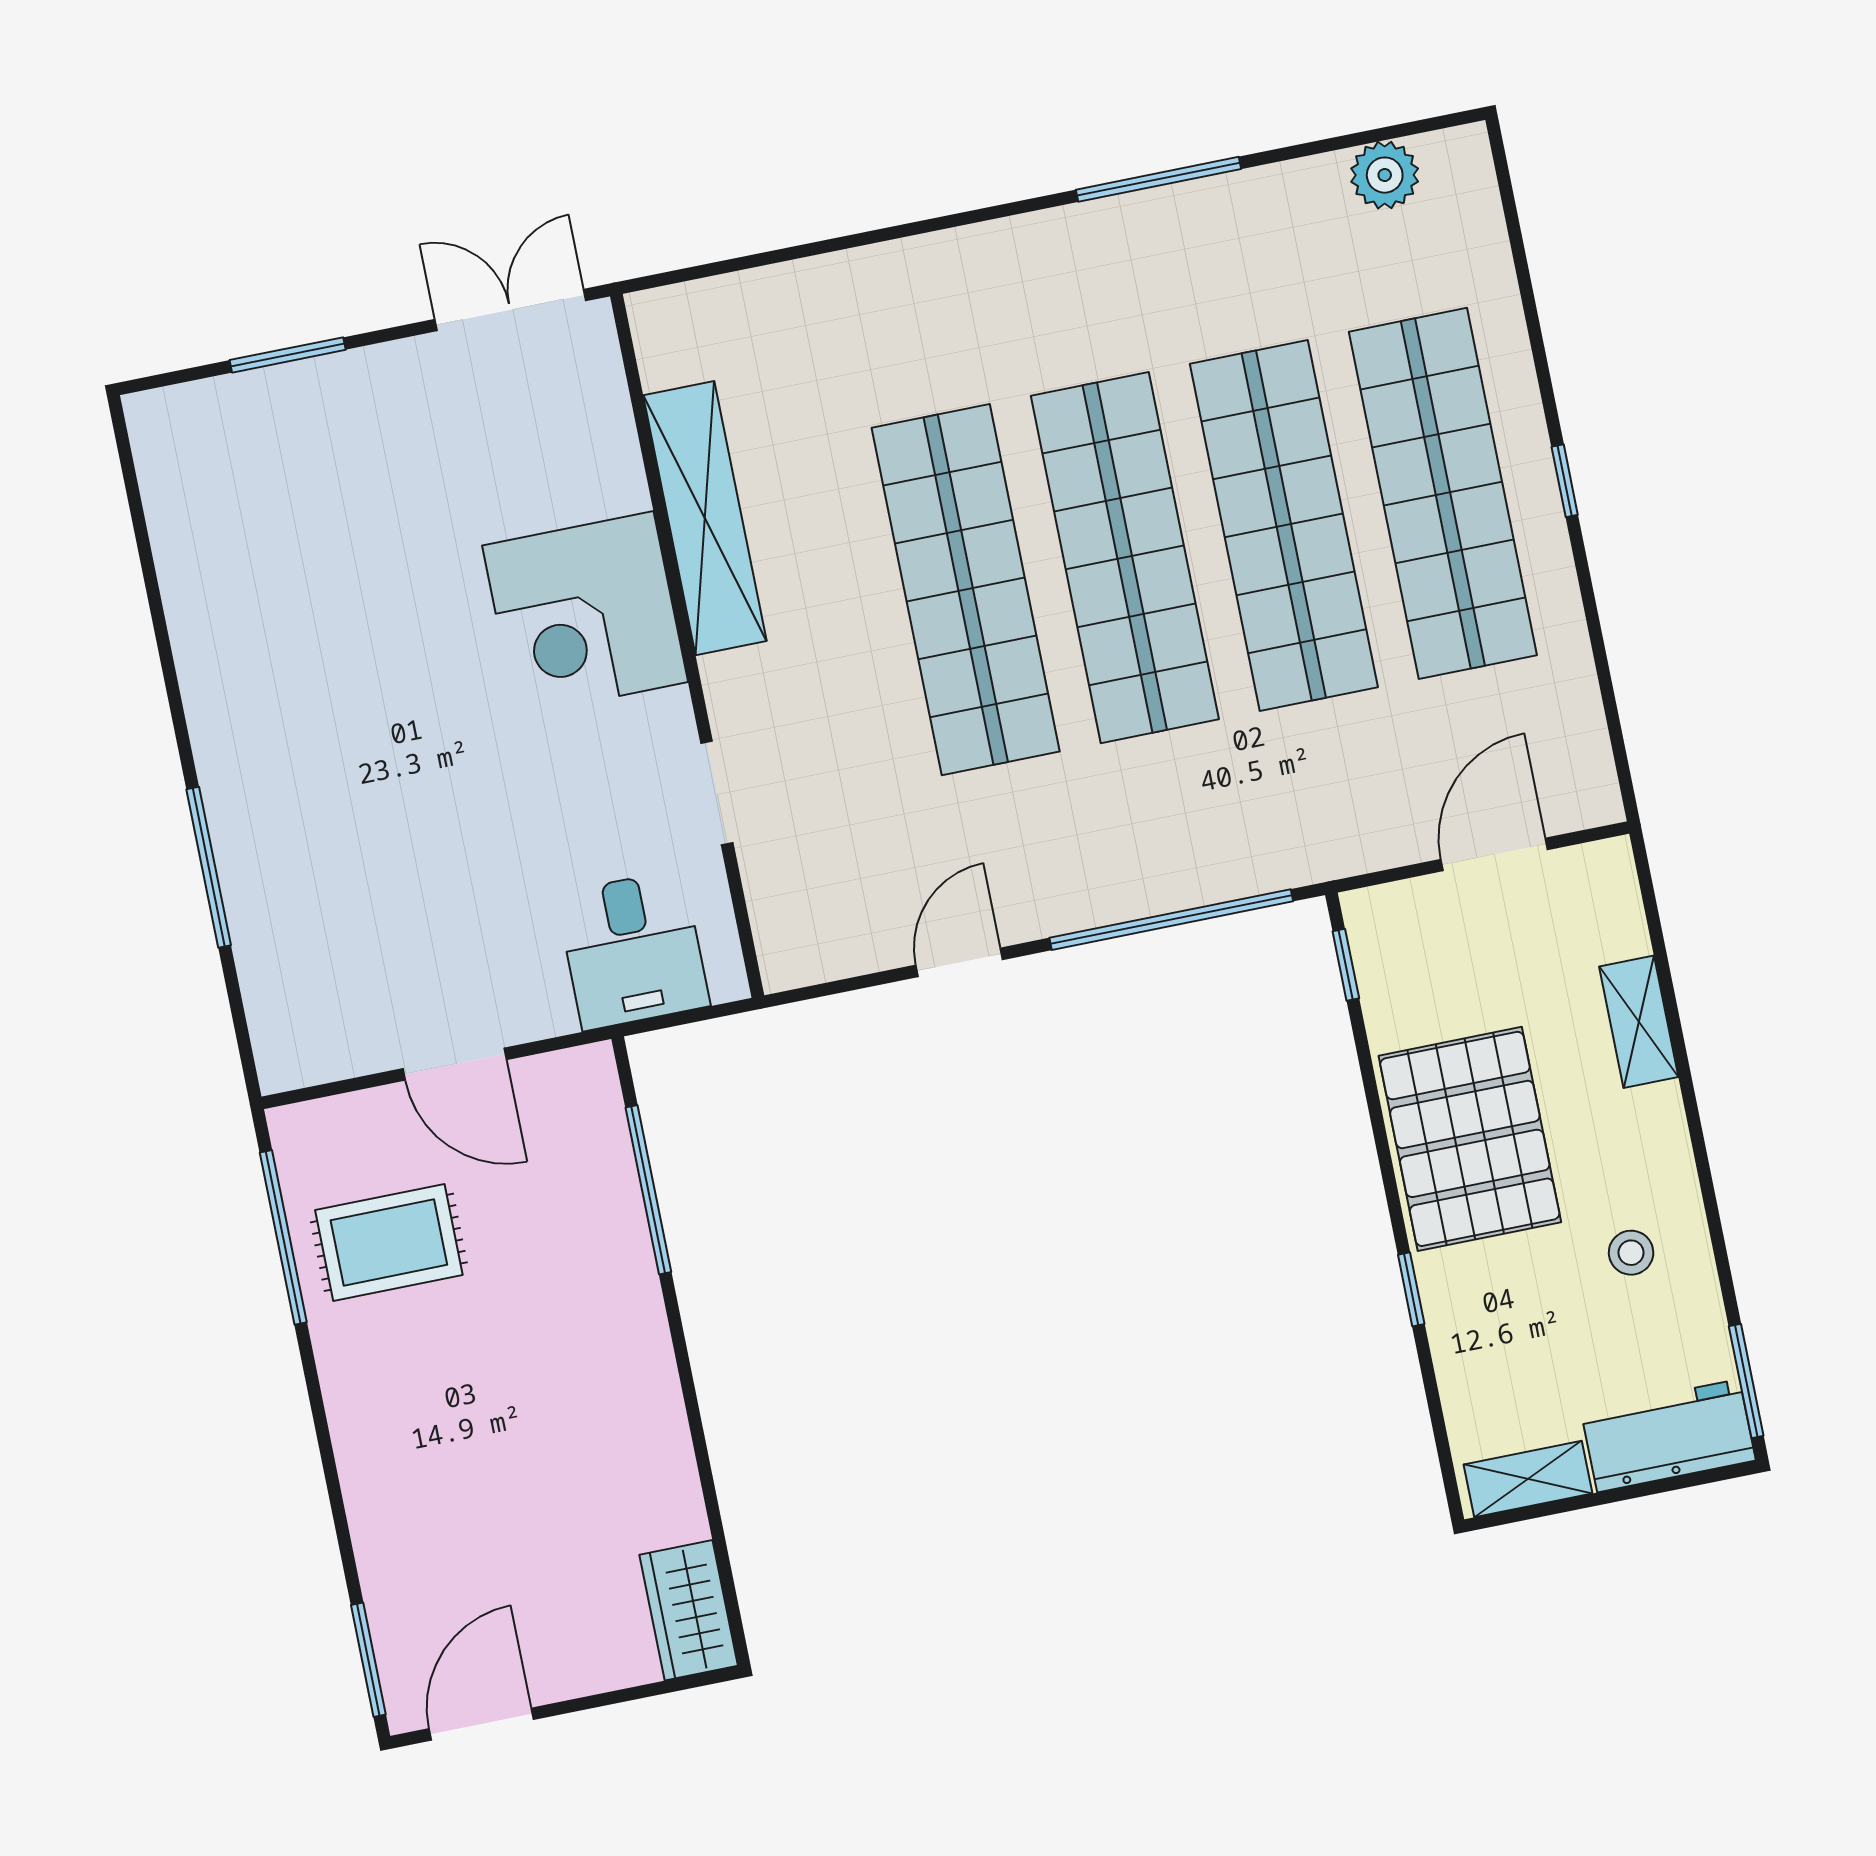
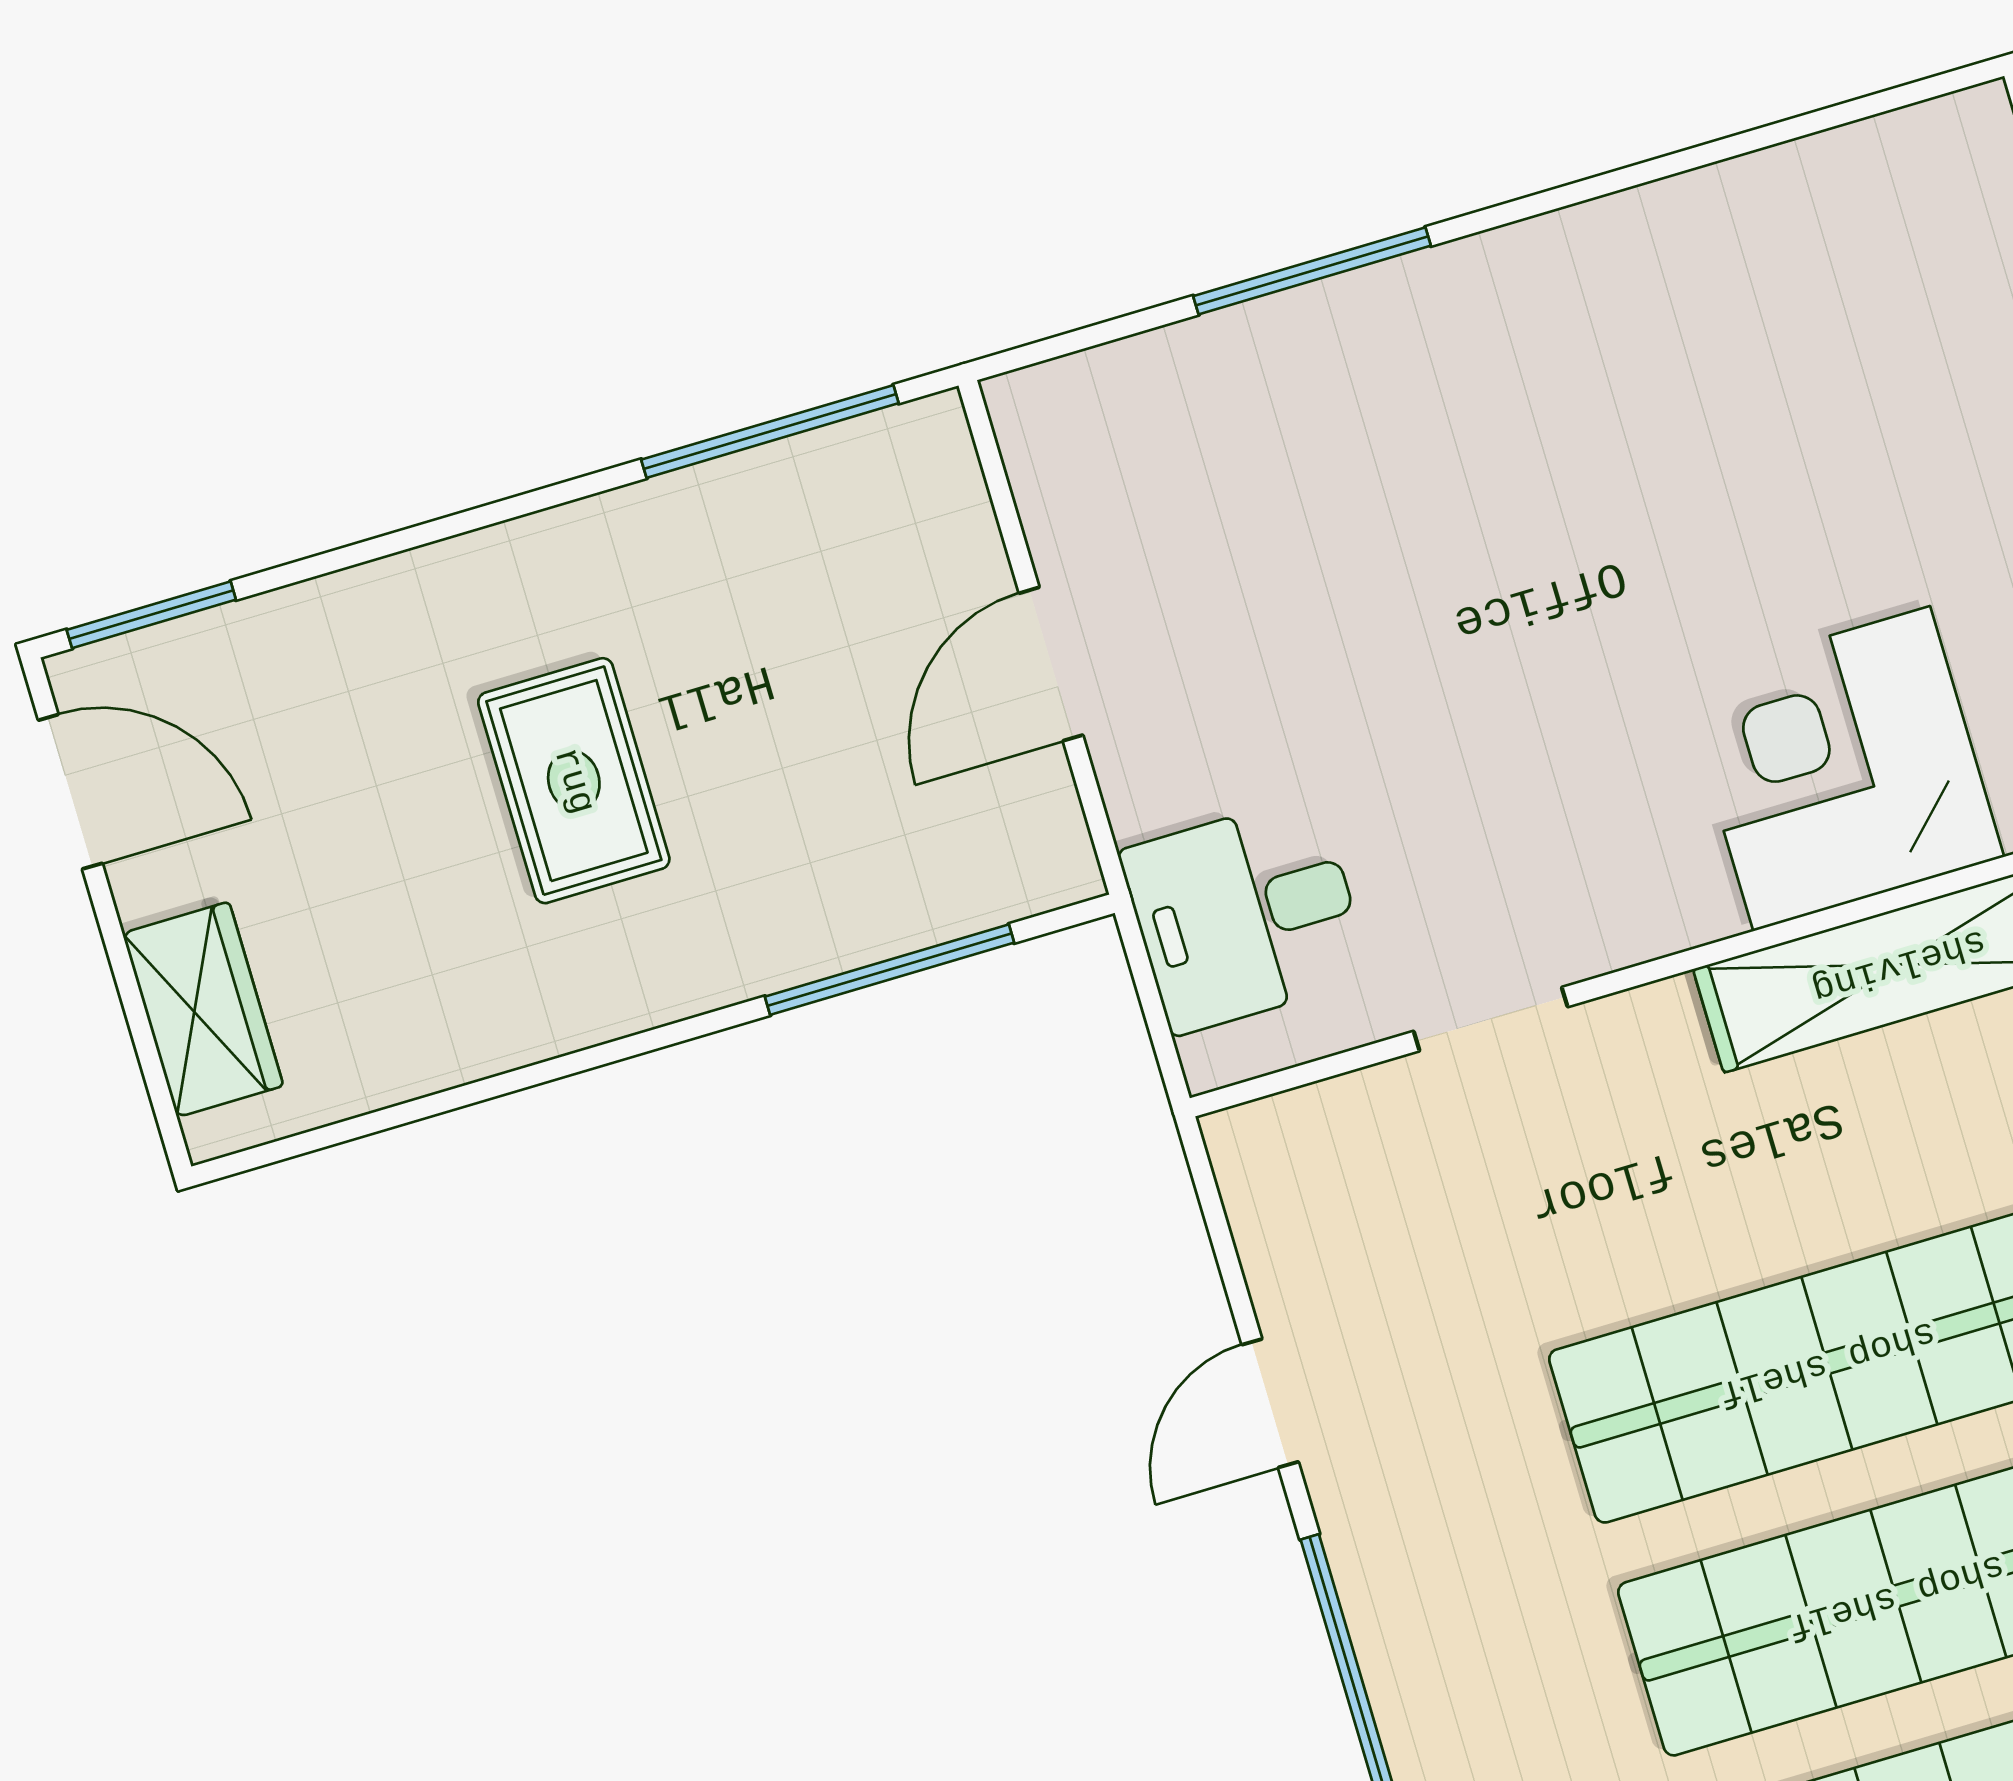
corner desk: (585, 614) -> (1842, 769), moved
door: (959, 962) -> (1270, 1403), swing flipped
rug: (389, 1242) -> (574, 781), moved
wardrobe: (689, 1610) -> (203, 1009), moved, turned 90

